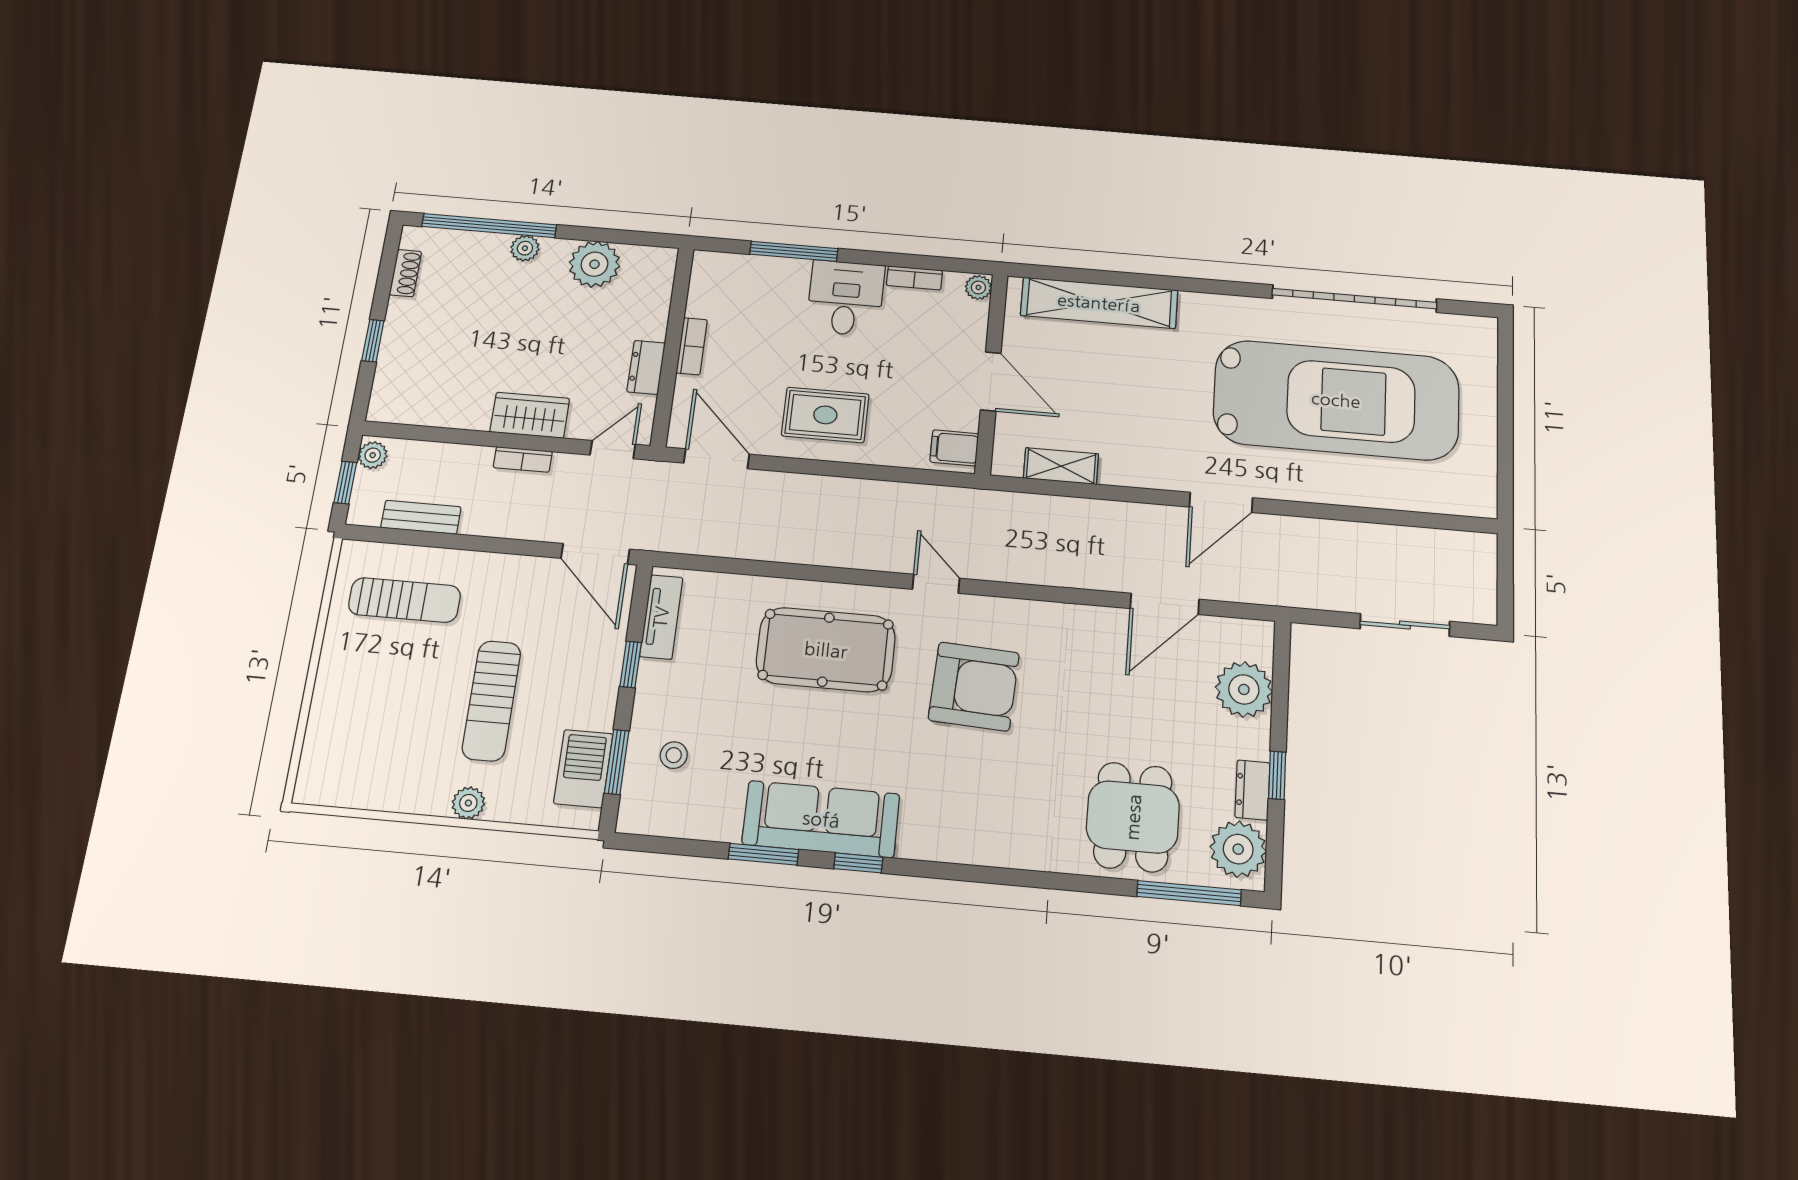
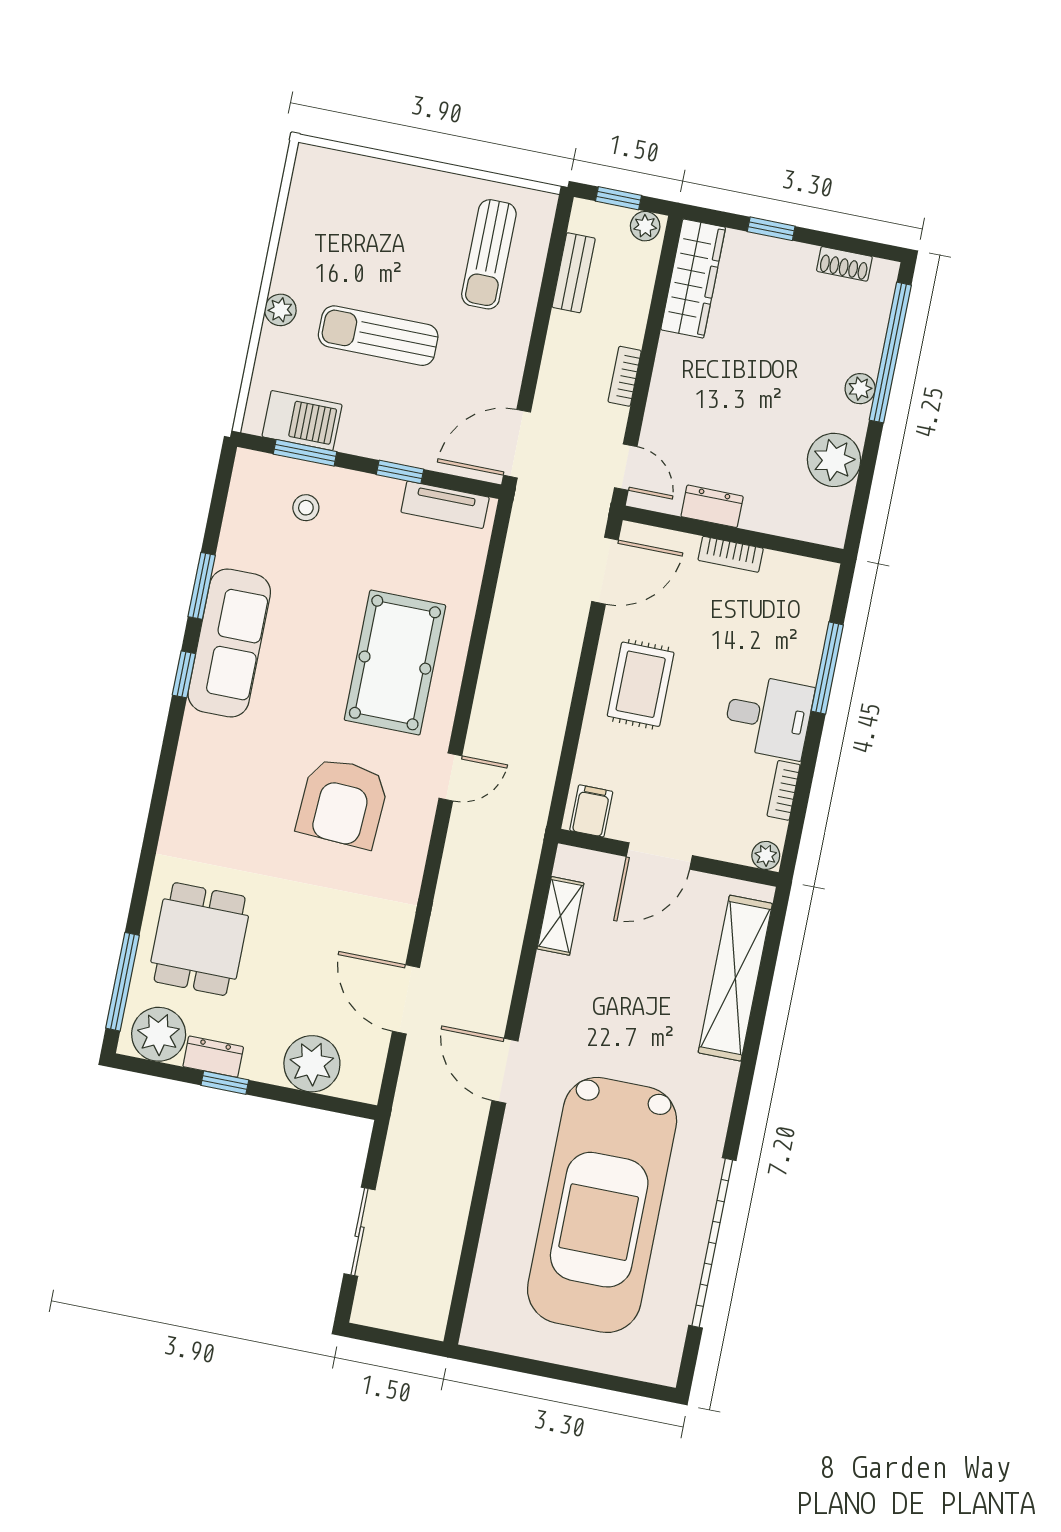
wardrobe: (530, 415) -> (693, 279), moved, width x1.50
dining table: (1133, 817) -> (200, 939), turned 90

